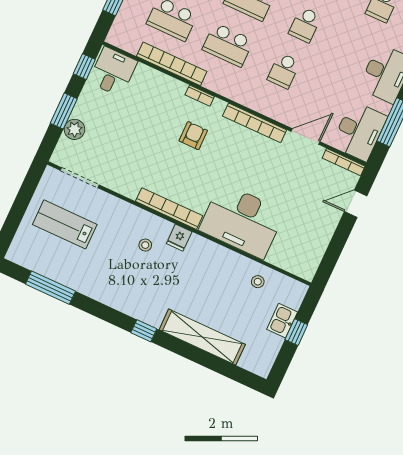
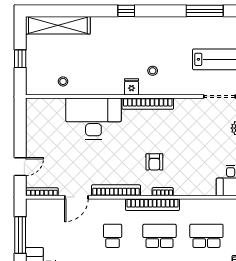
bookcase: (172, 64) -> (153, 205), moved
desk: (359, 131) -> (41, 218), removed
kitchen sink: (282, 321) -> (34, 62), removed
shelving: (202, 337) -> (58, 25), moved

